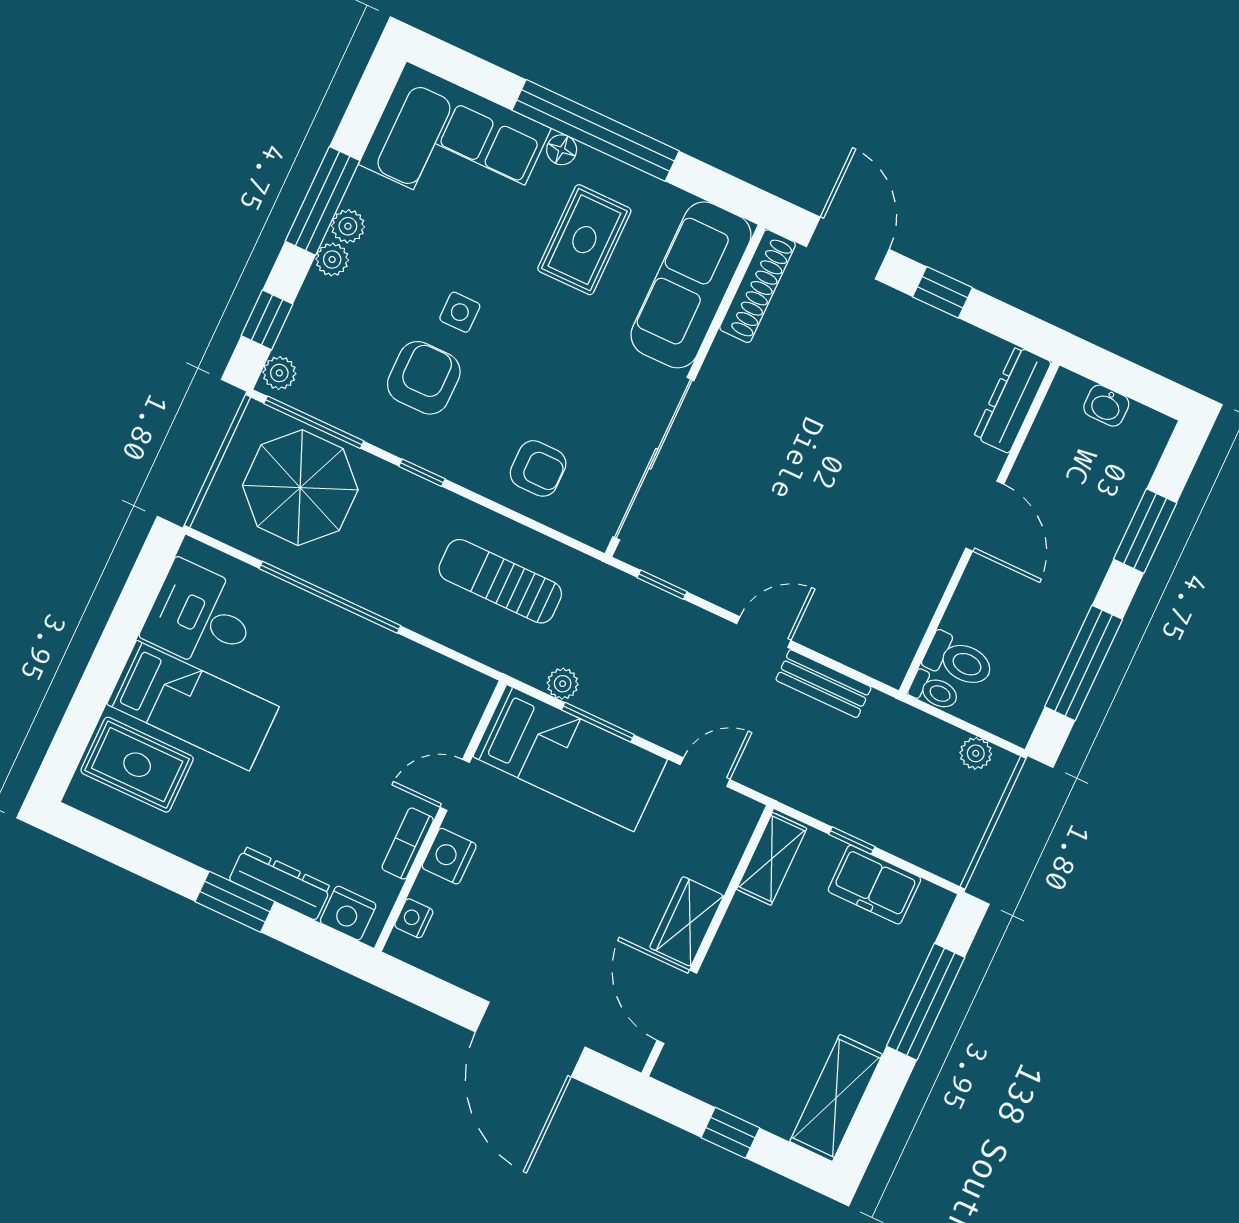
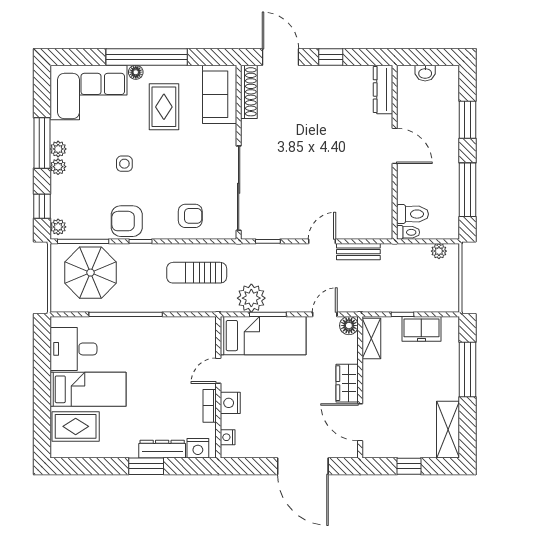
sofa: (691, 285) -> (220, 94), width x0.73
armchair: (424, 378) -> (127, 221), moved, turned -90
plant: (563, 684) -> (251, 298), width x1.88, depth x1.88
floor lamp: (741, 815) -> (349, 326), added

